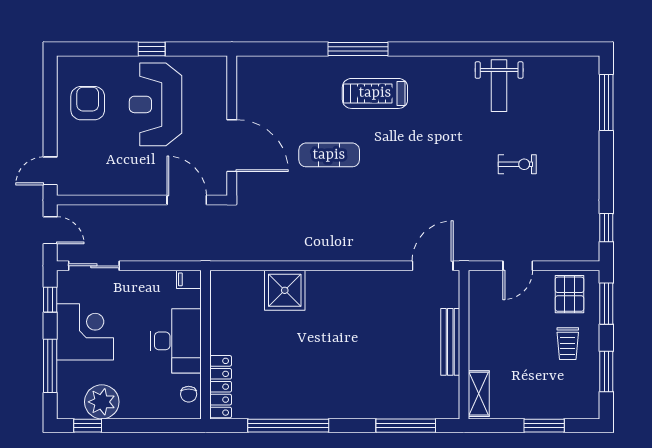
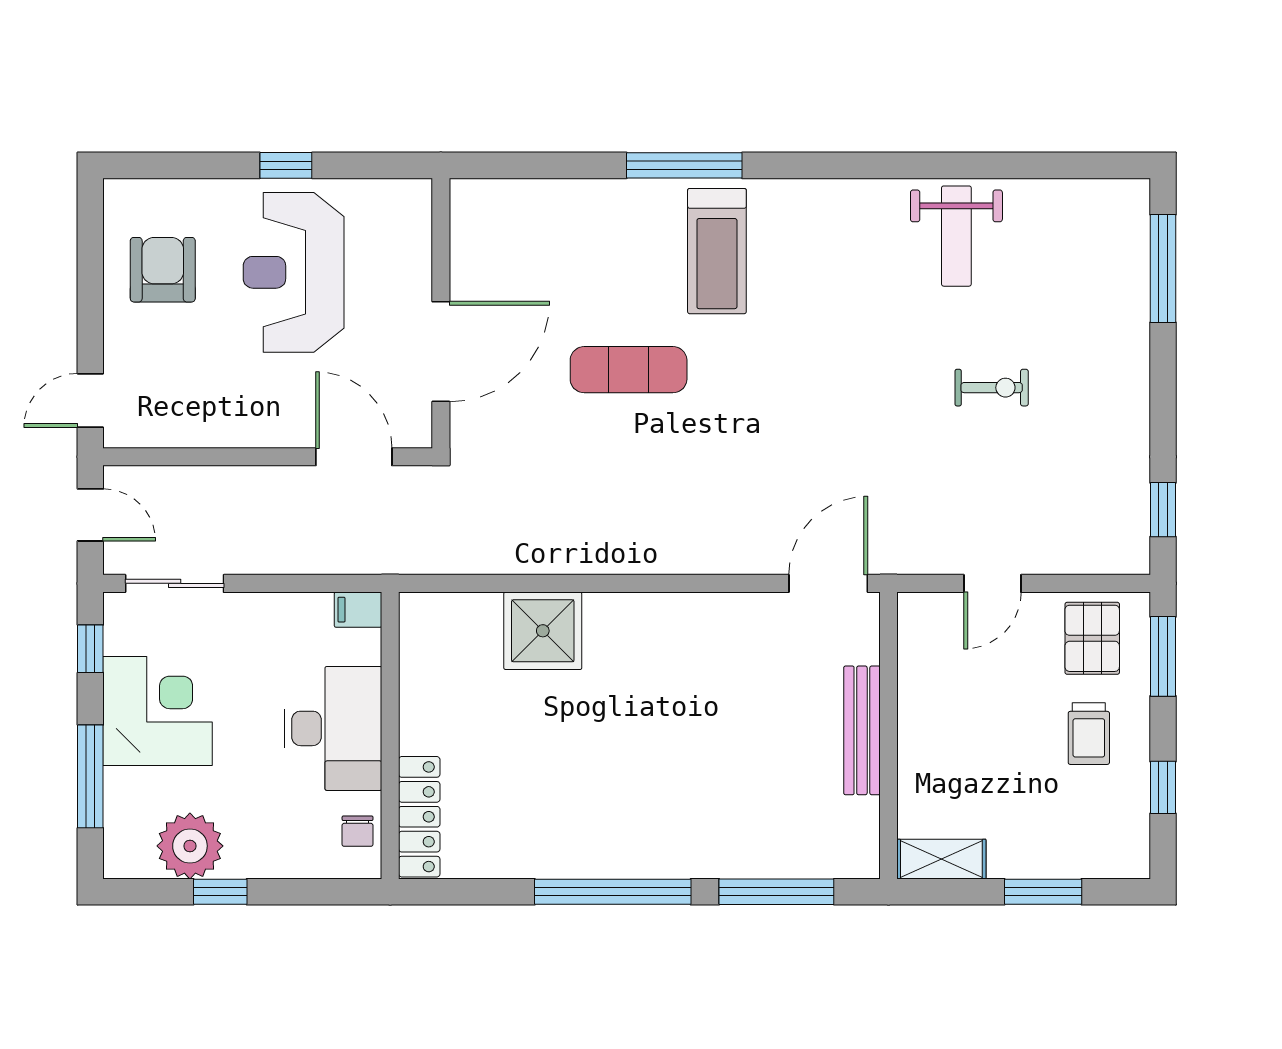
treadmill: (375, 93) -> (717, 251), turned -90
door: (232, 146) -> (441, 352), hinge flipped
window: (606, 372) -> (1163, 787), width x0.67
shelving: (479, 394) -> (941, 859), moved, turned 90
window: (88, 426) -> (220, 892), moved
window: (288, 426) -> (613, 892), moved

